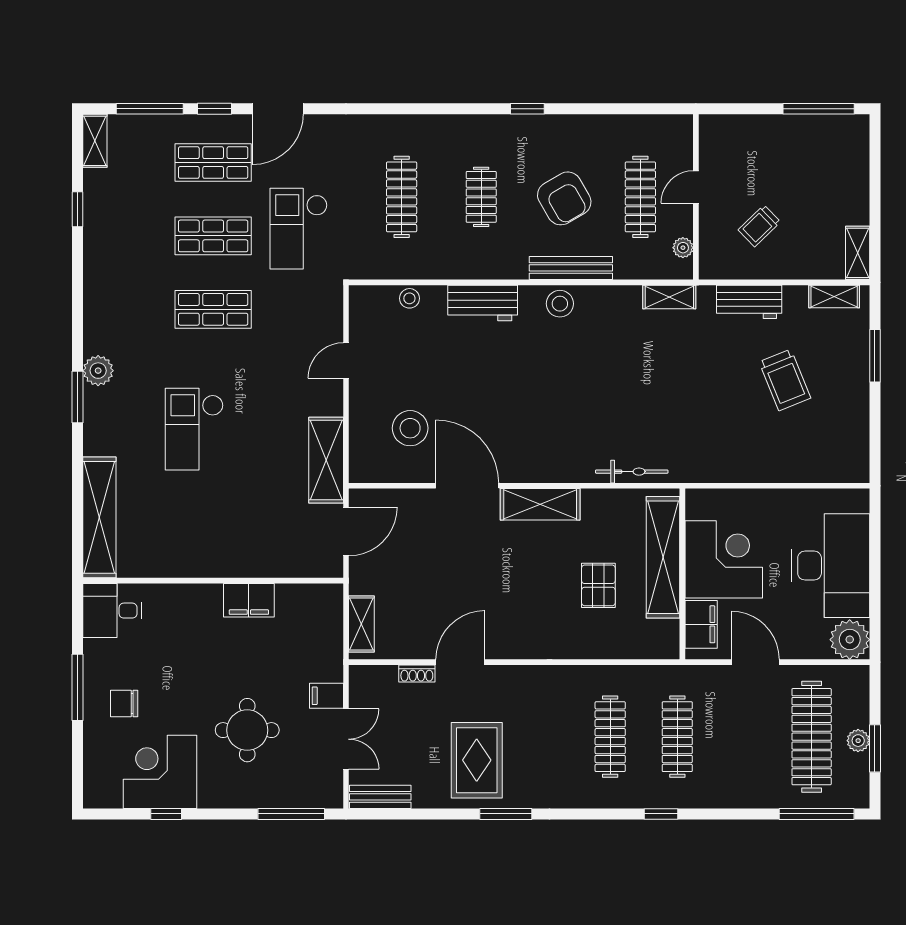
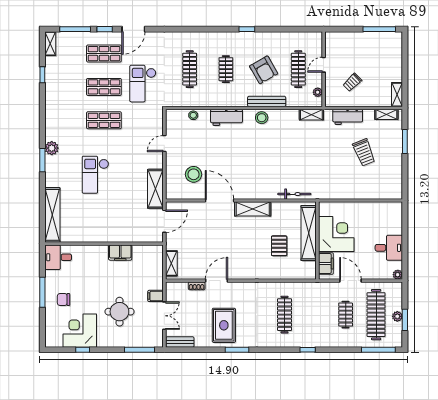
desk: (831, 566) -> (389, 248), width x0.53, depth x0.77
plant: (850, 640) -> (398, 275), width x0.53, depth x0.53
clothes rail: (677, 737) -> (346, 315), moved, width x0.73

